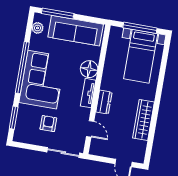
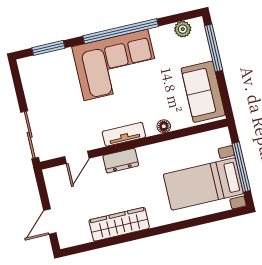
sofa: (76, 31) -> (203, 92), width x0.73
floor lamp: (89, 69) -> (164, 126), width x0.53, depth x0.53
armchair: (48, 124) -> (60, 98), removed

